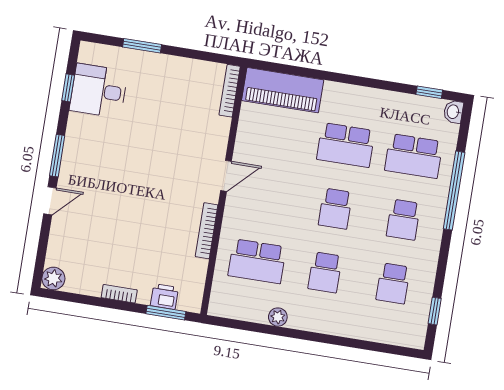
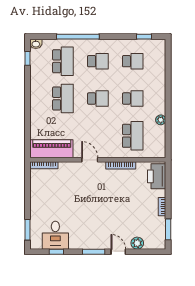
window: (142, 46) -> (28, 230), moved
piano: (283, 90) -> (52, 149), moved, turned -90
plant: (53, 278) -> (137, 243), moved
printer: (164, 297) -> (157, 176), width x1.87, depth x1.48
window: (166, 313) -> (168, 229), moved

